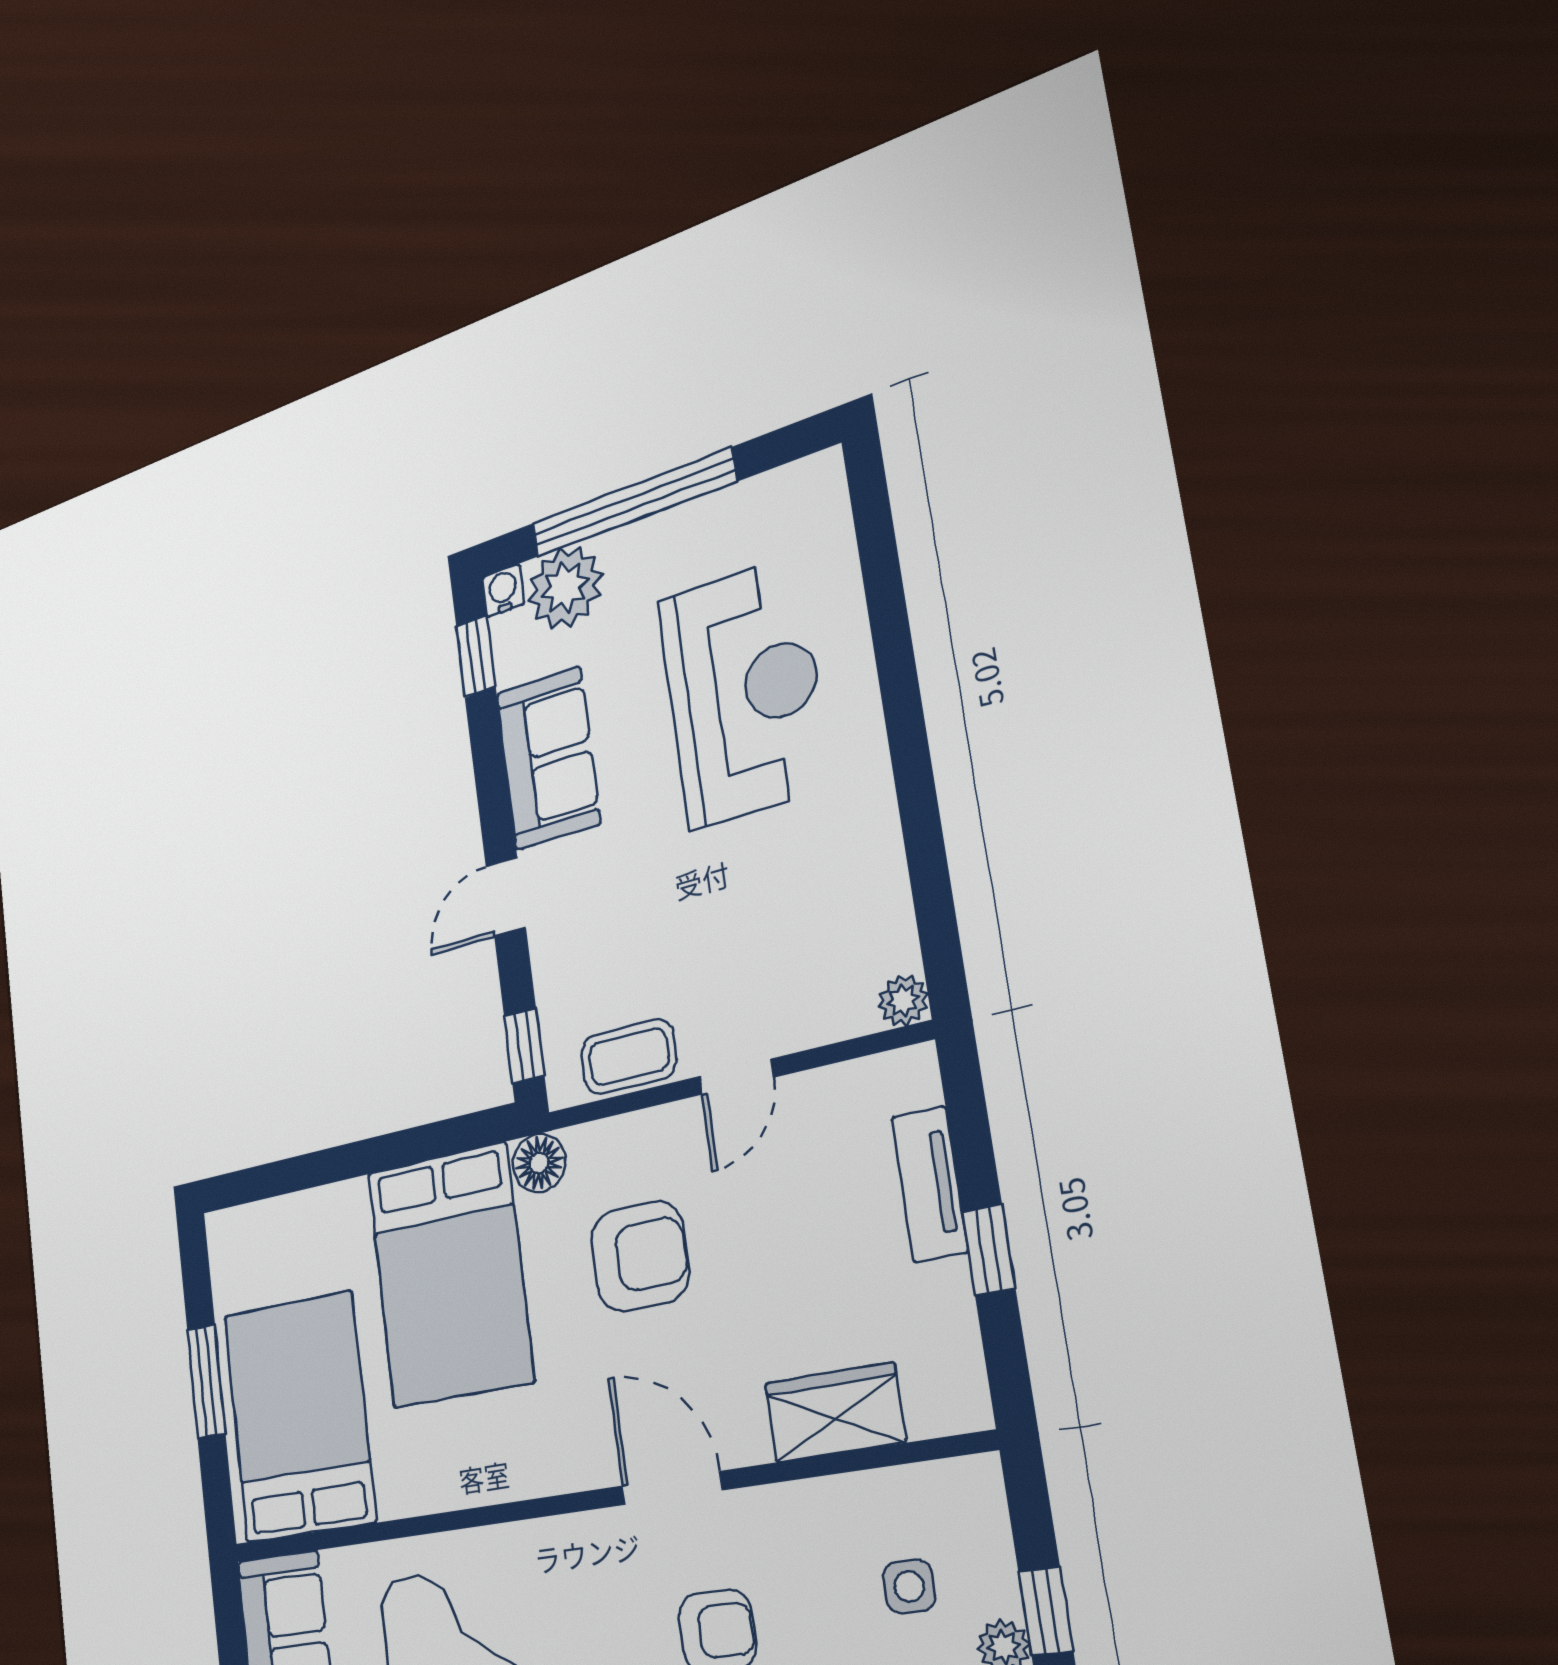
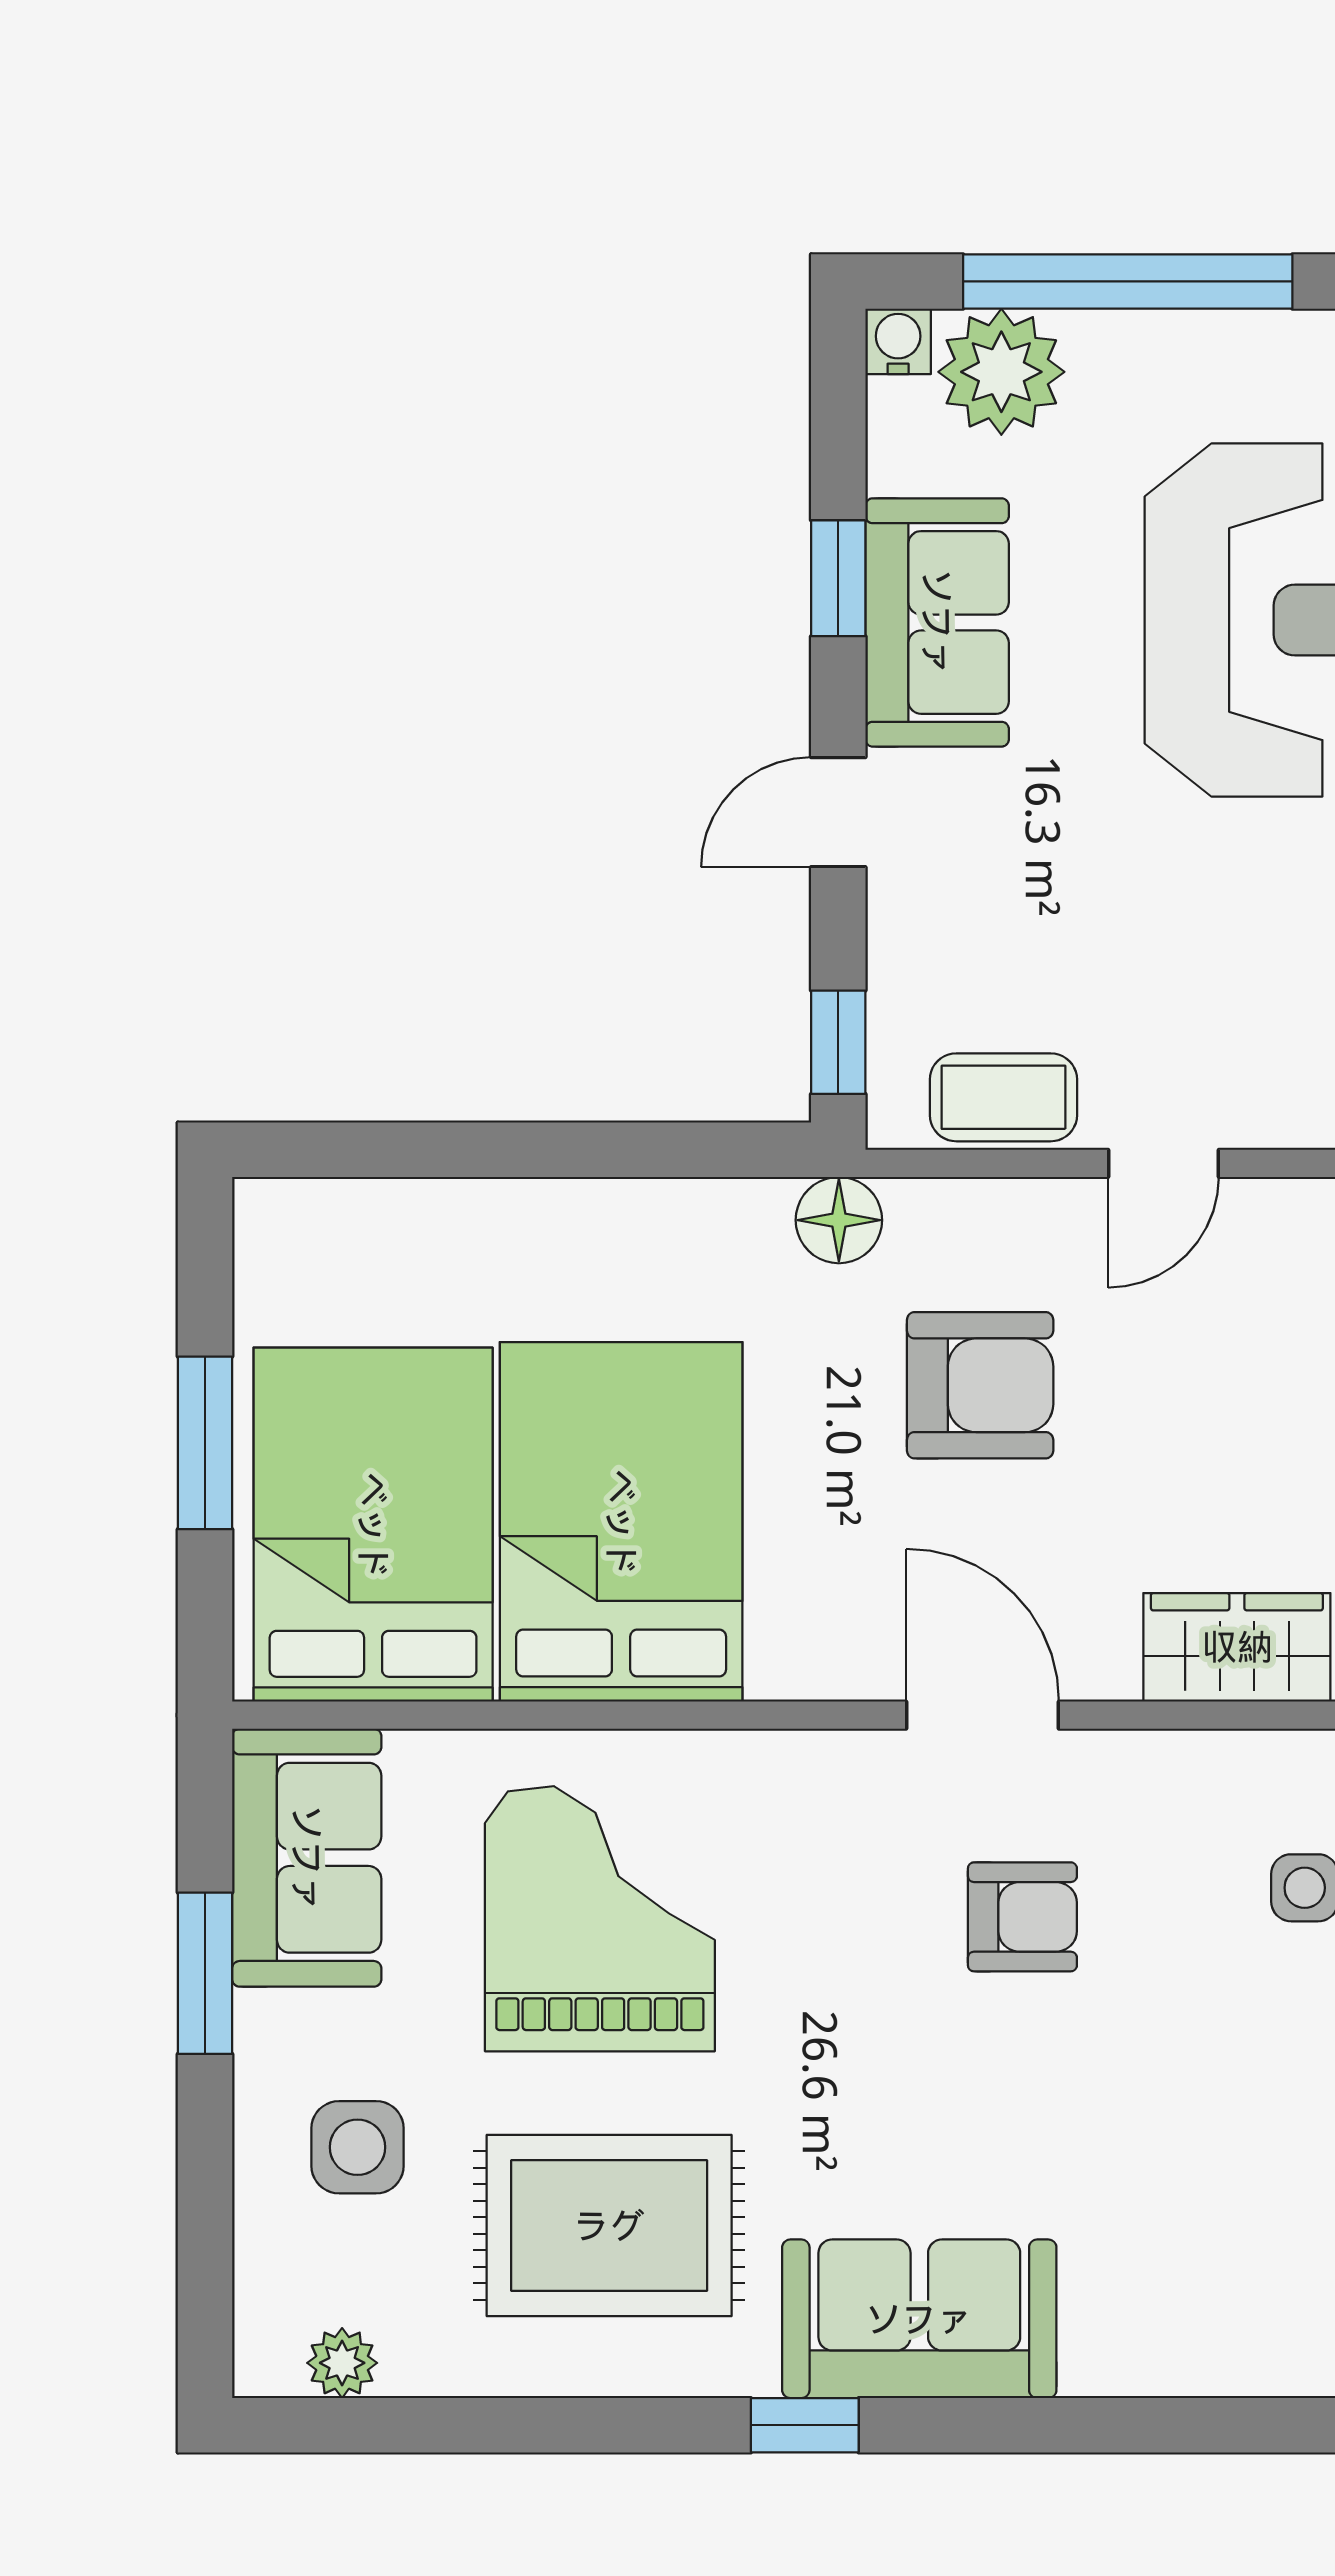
window: (476, 657) -> (838, 578), moved
bed: (450, 1276) -> (621, 1522), moved, turned 180

